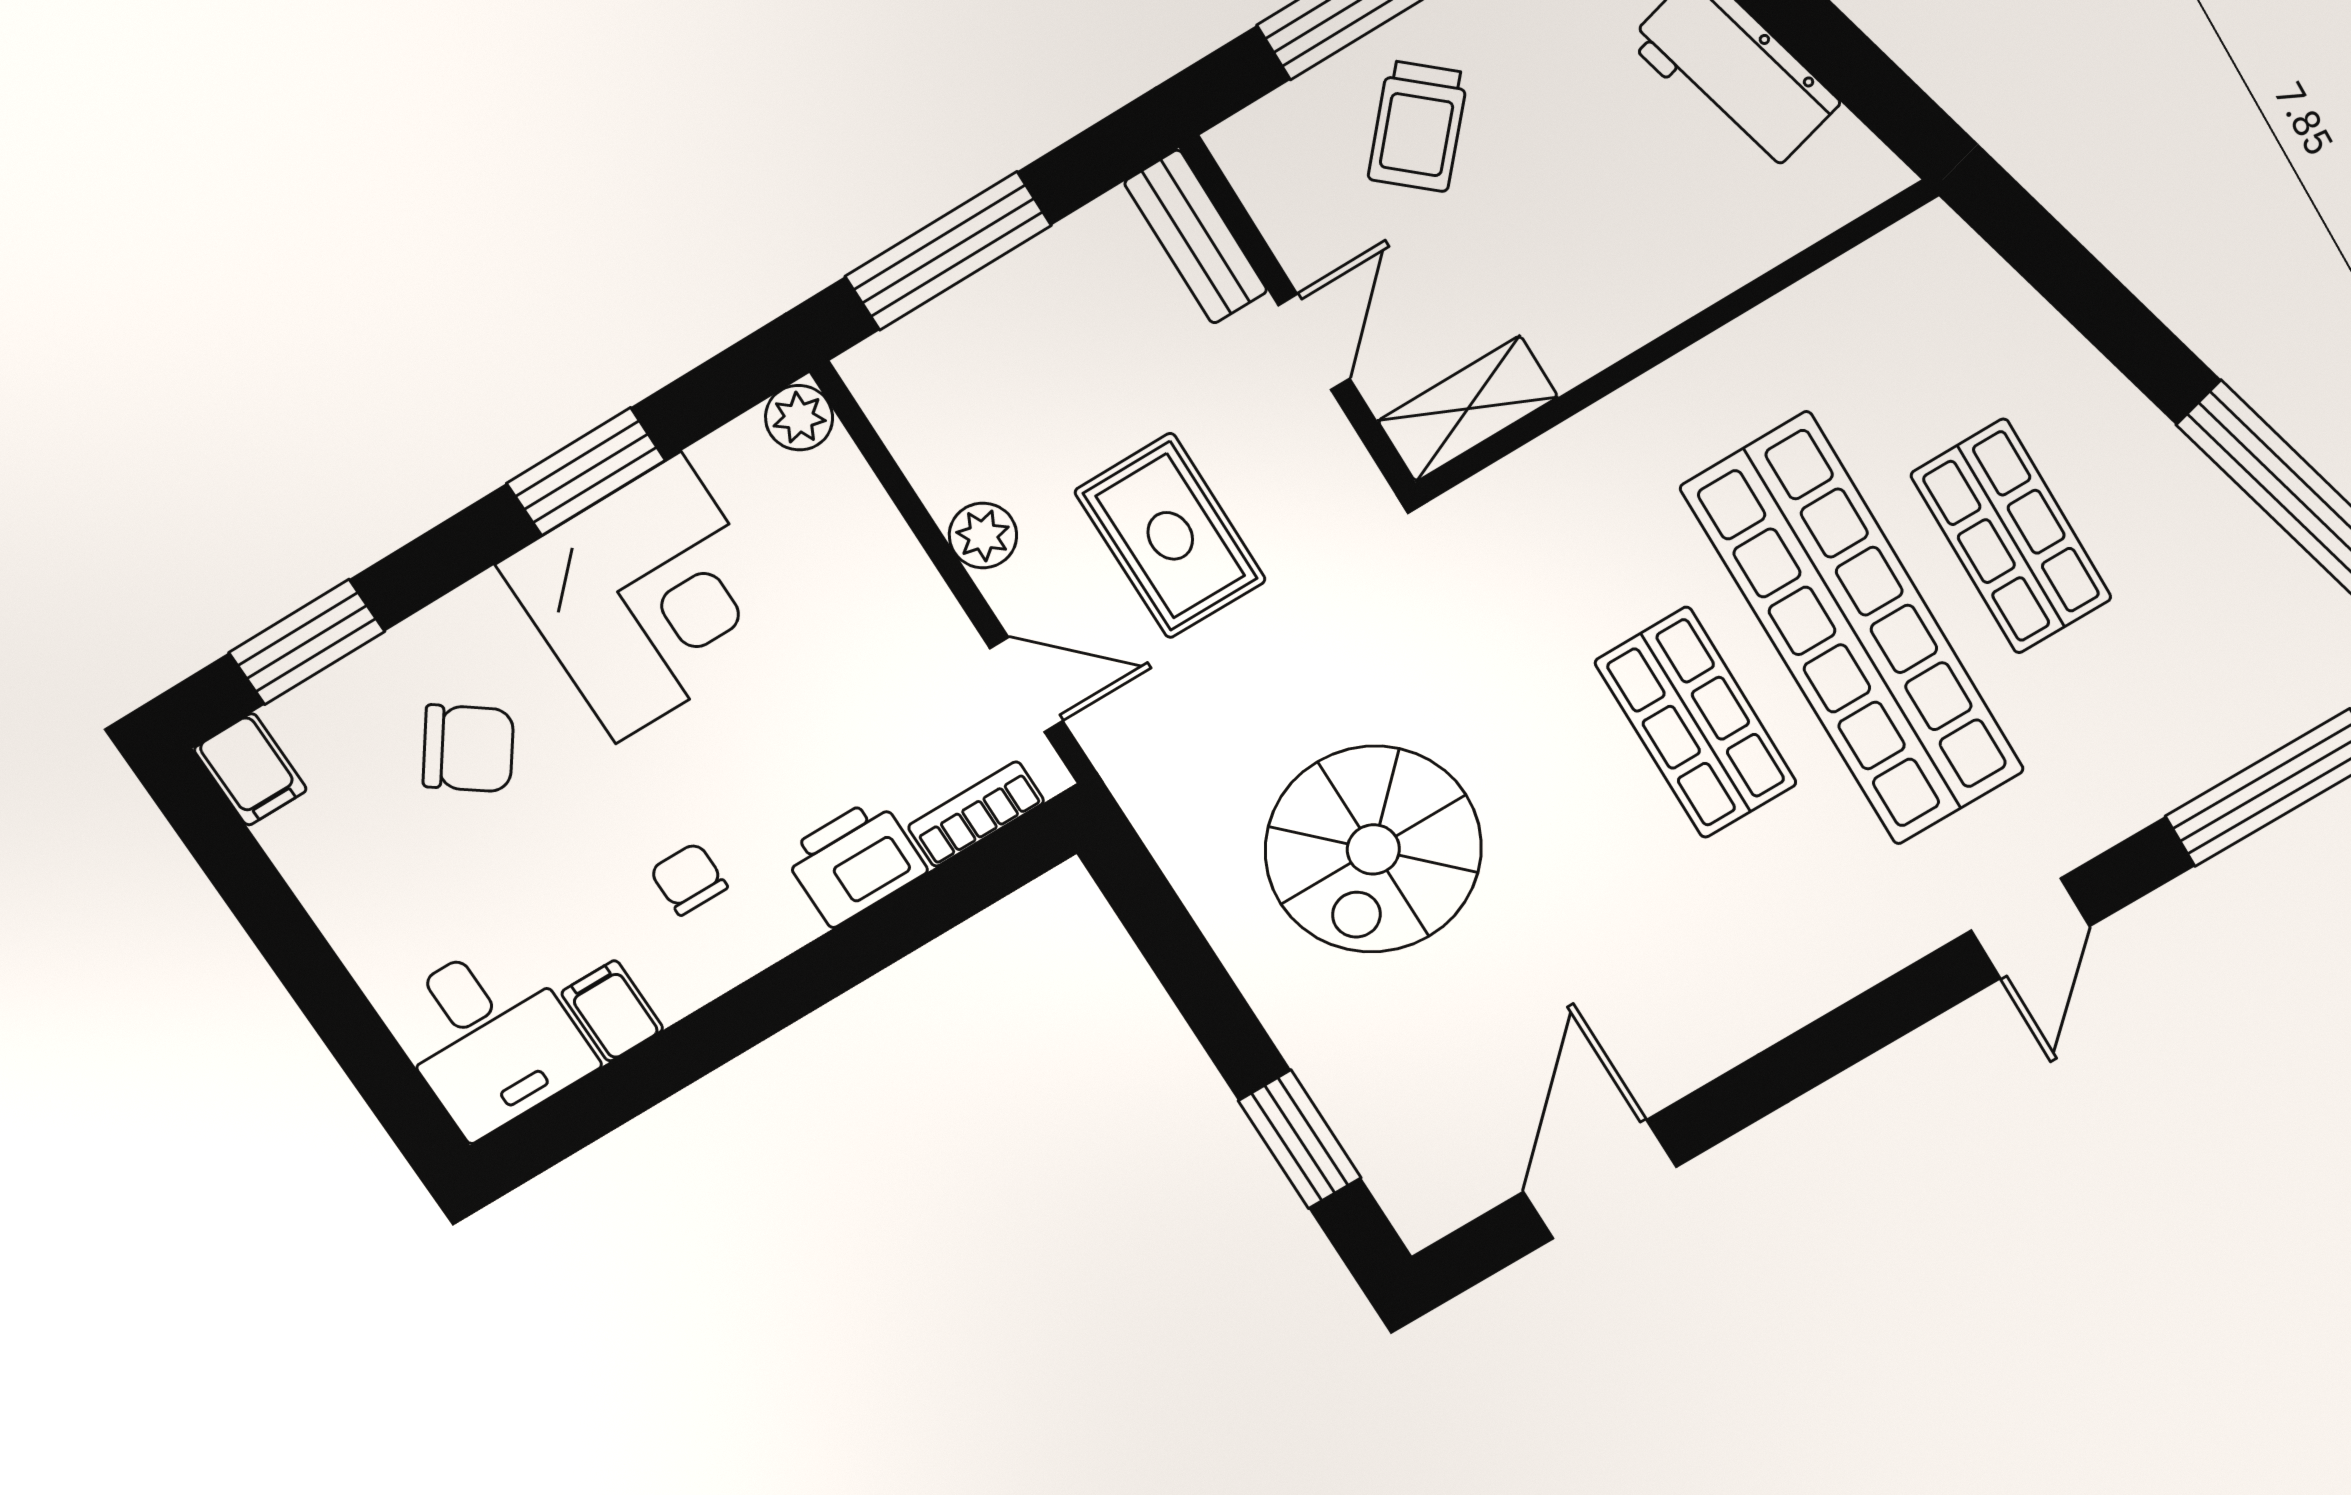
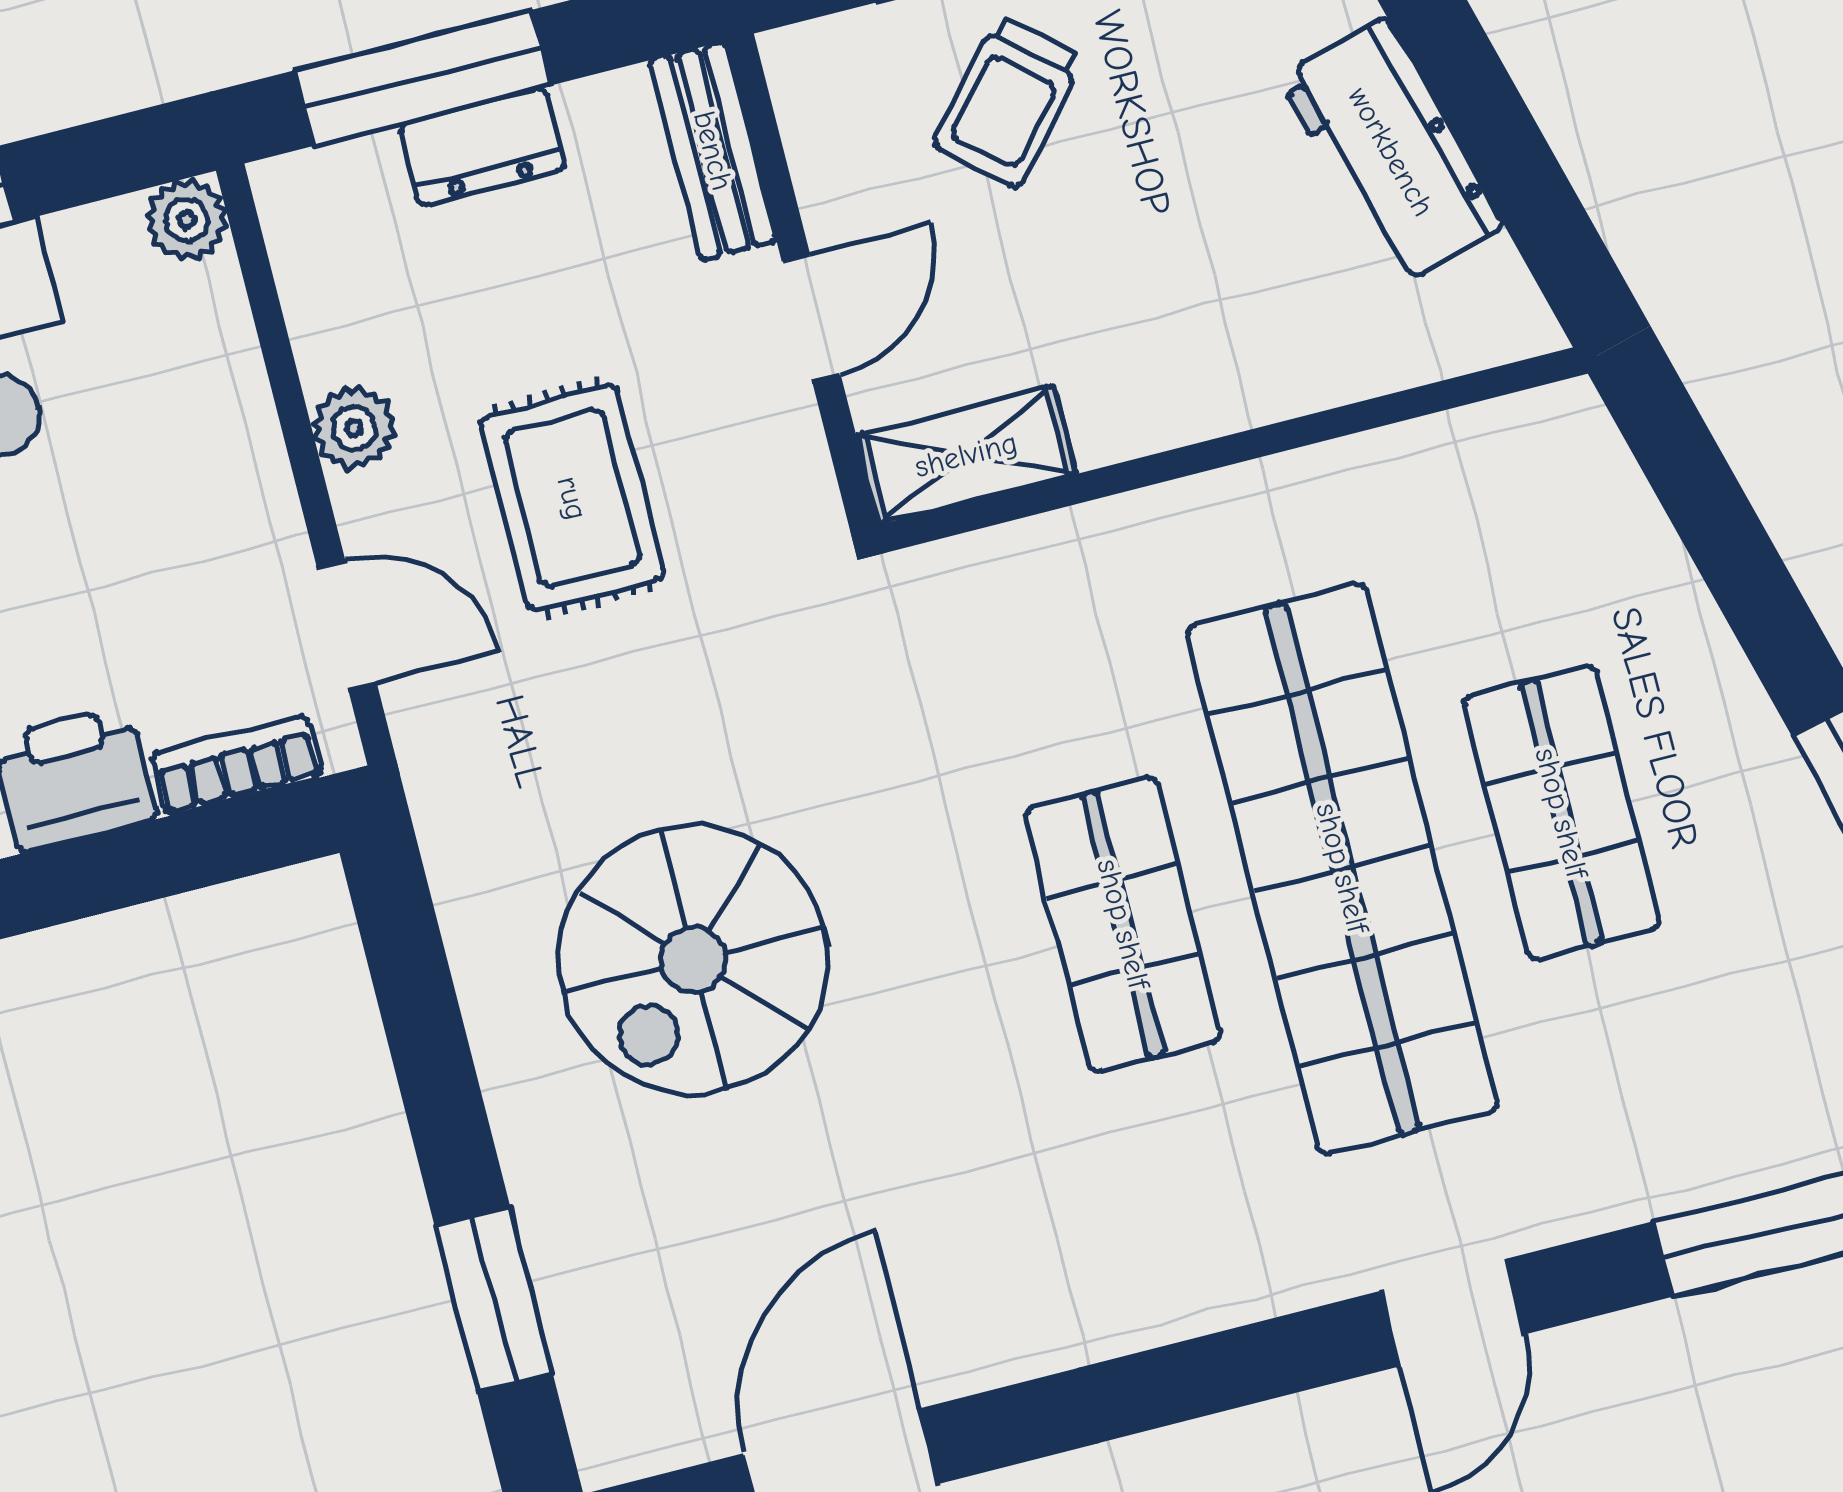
dresser: (1013, 290) -> (482, 147), added

